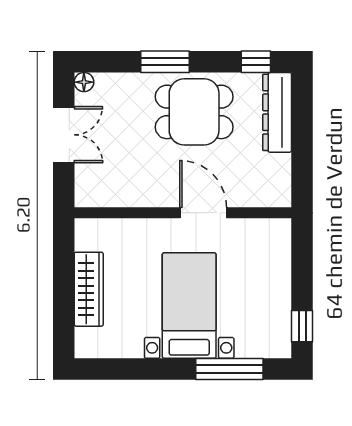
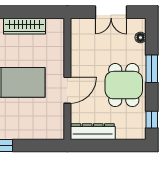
floor lamp: (84, 82) -> (140, 38), moved
dresser: (277, 112) -> (93, 132), moved

